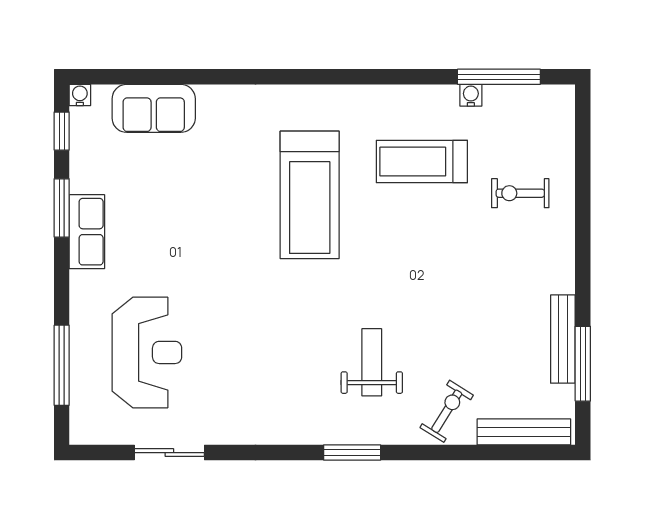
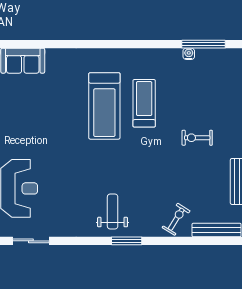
treadmill: (422, 162) -> (144, 103), moved, turned 90
exercise bike: (520, 193) -> (197, 138), moved
weight bench: (372, 362) -> (113, 211), moved

